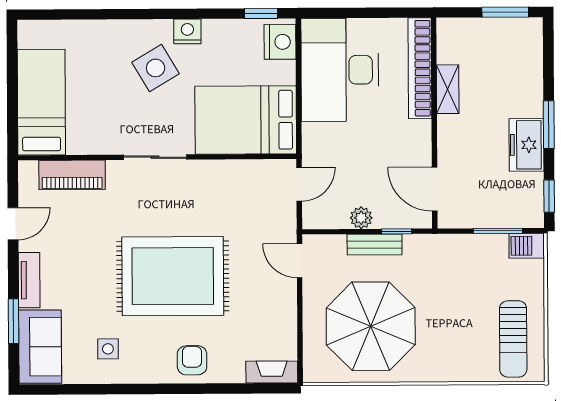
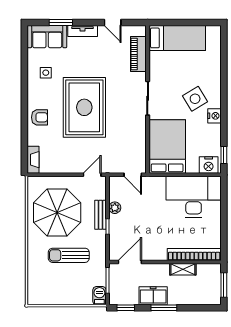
bookcase: (420, 68) -> (194, 255), moved
shelving: (448, 89) -> (183, 269), moved
wall: (434, 123) -> (165, 262), moved
door: (435, 189) -> (130, 262), moved
sun lounger: (513, 339) -> (69, 255), moved

